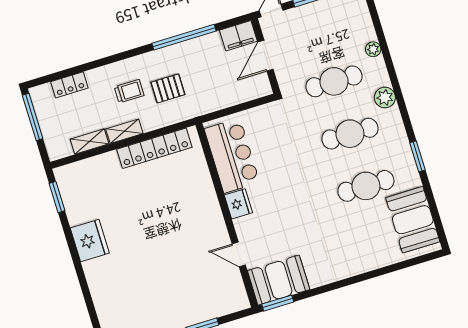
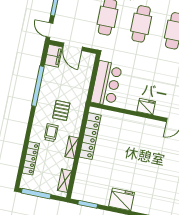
locker: (69, 85) -> (31, 158), width x1.53
shelving: (90, 142) -> (65, 181), moved
bar counter: (232, 156) -> (107, 84), moved, turned 90

